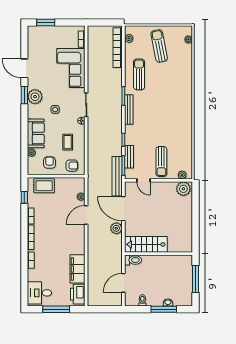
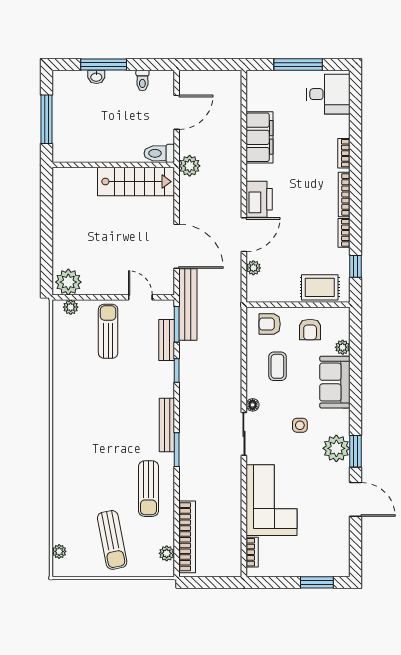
plant: (116, 228) -> (190, 166), moved
printer: (78, 294) -> (259, 199), moved

